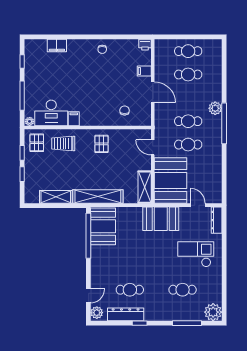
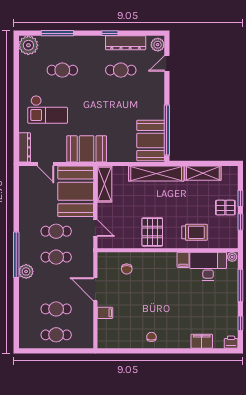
printer: (145, 45) -> (231, 342), moved
pallet: (37, 143) -> (225, 208), moved, turned 90
pallet: (102, 144) -> (152, 232), width x1.50, depth x1.42

